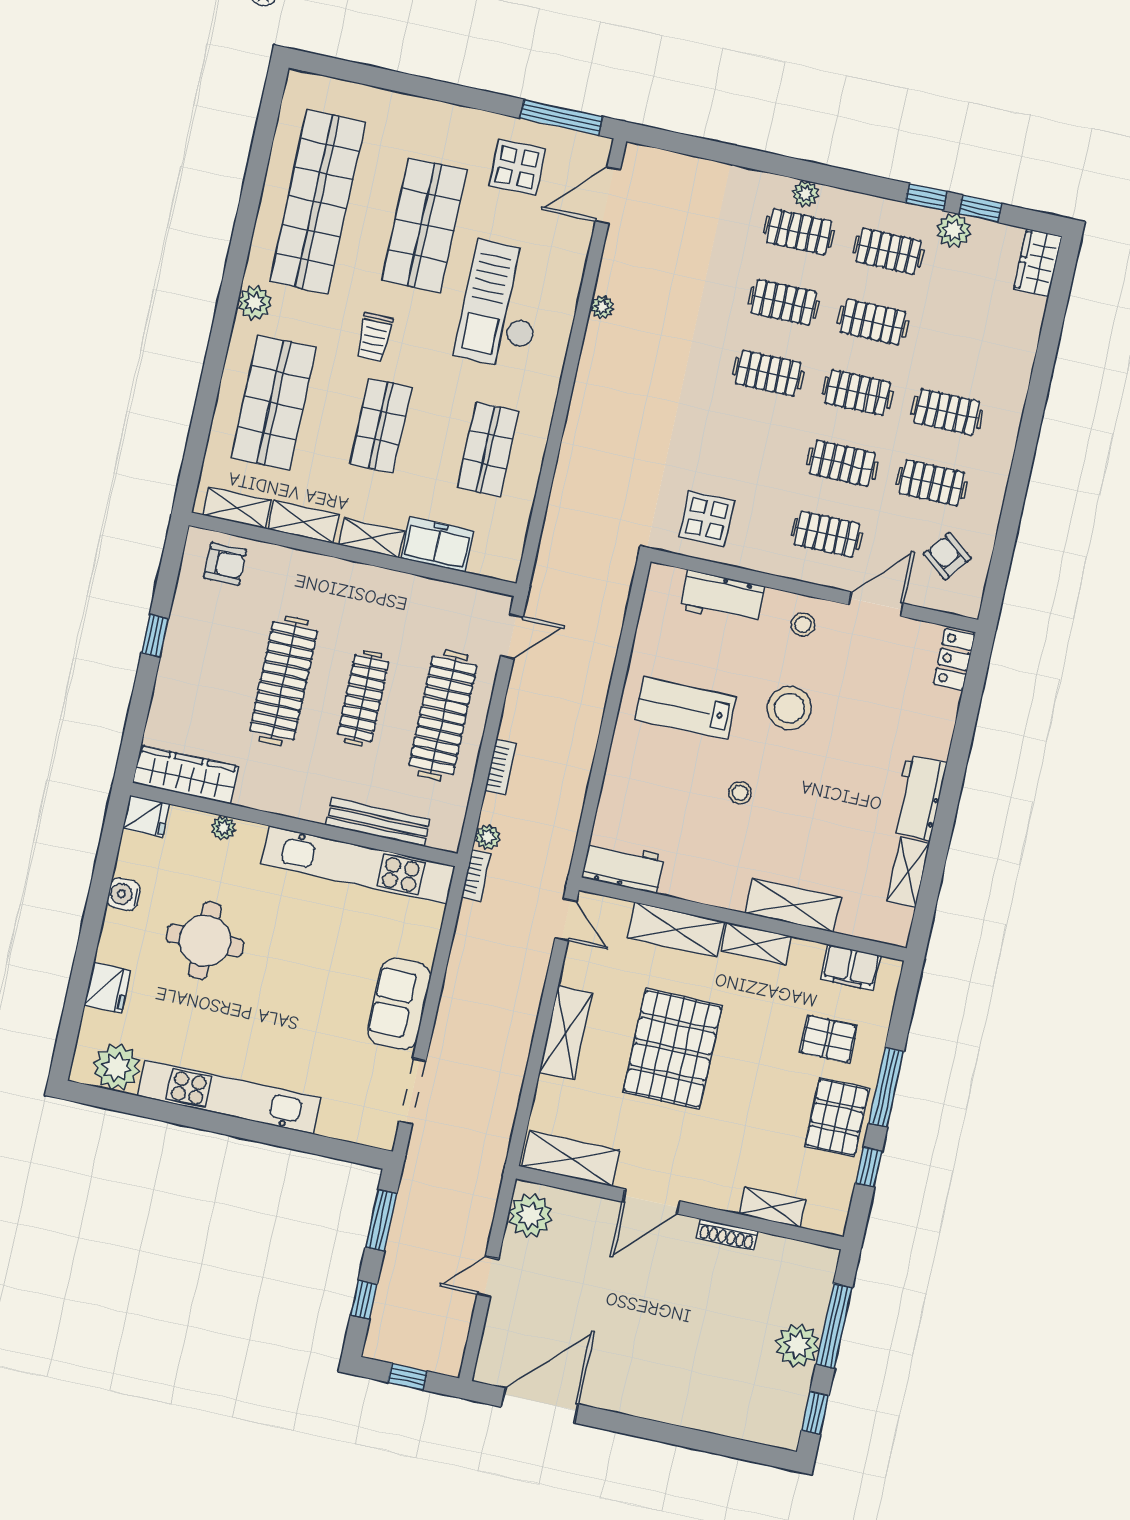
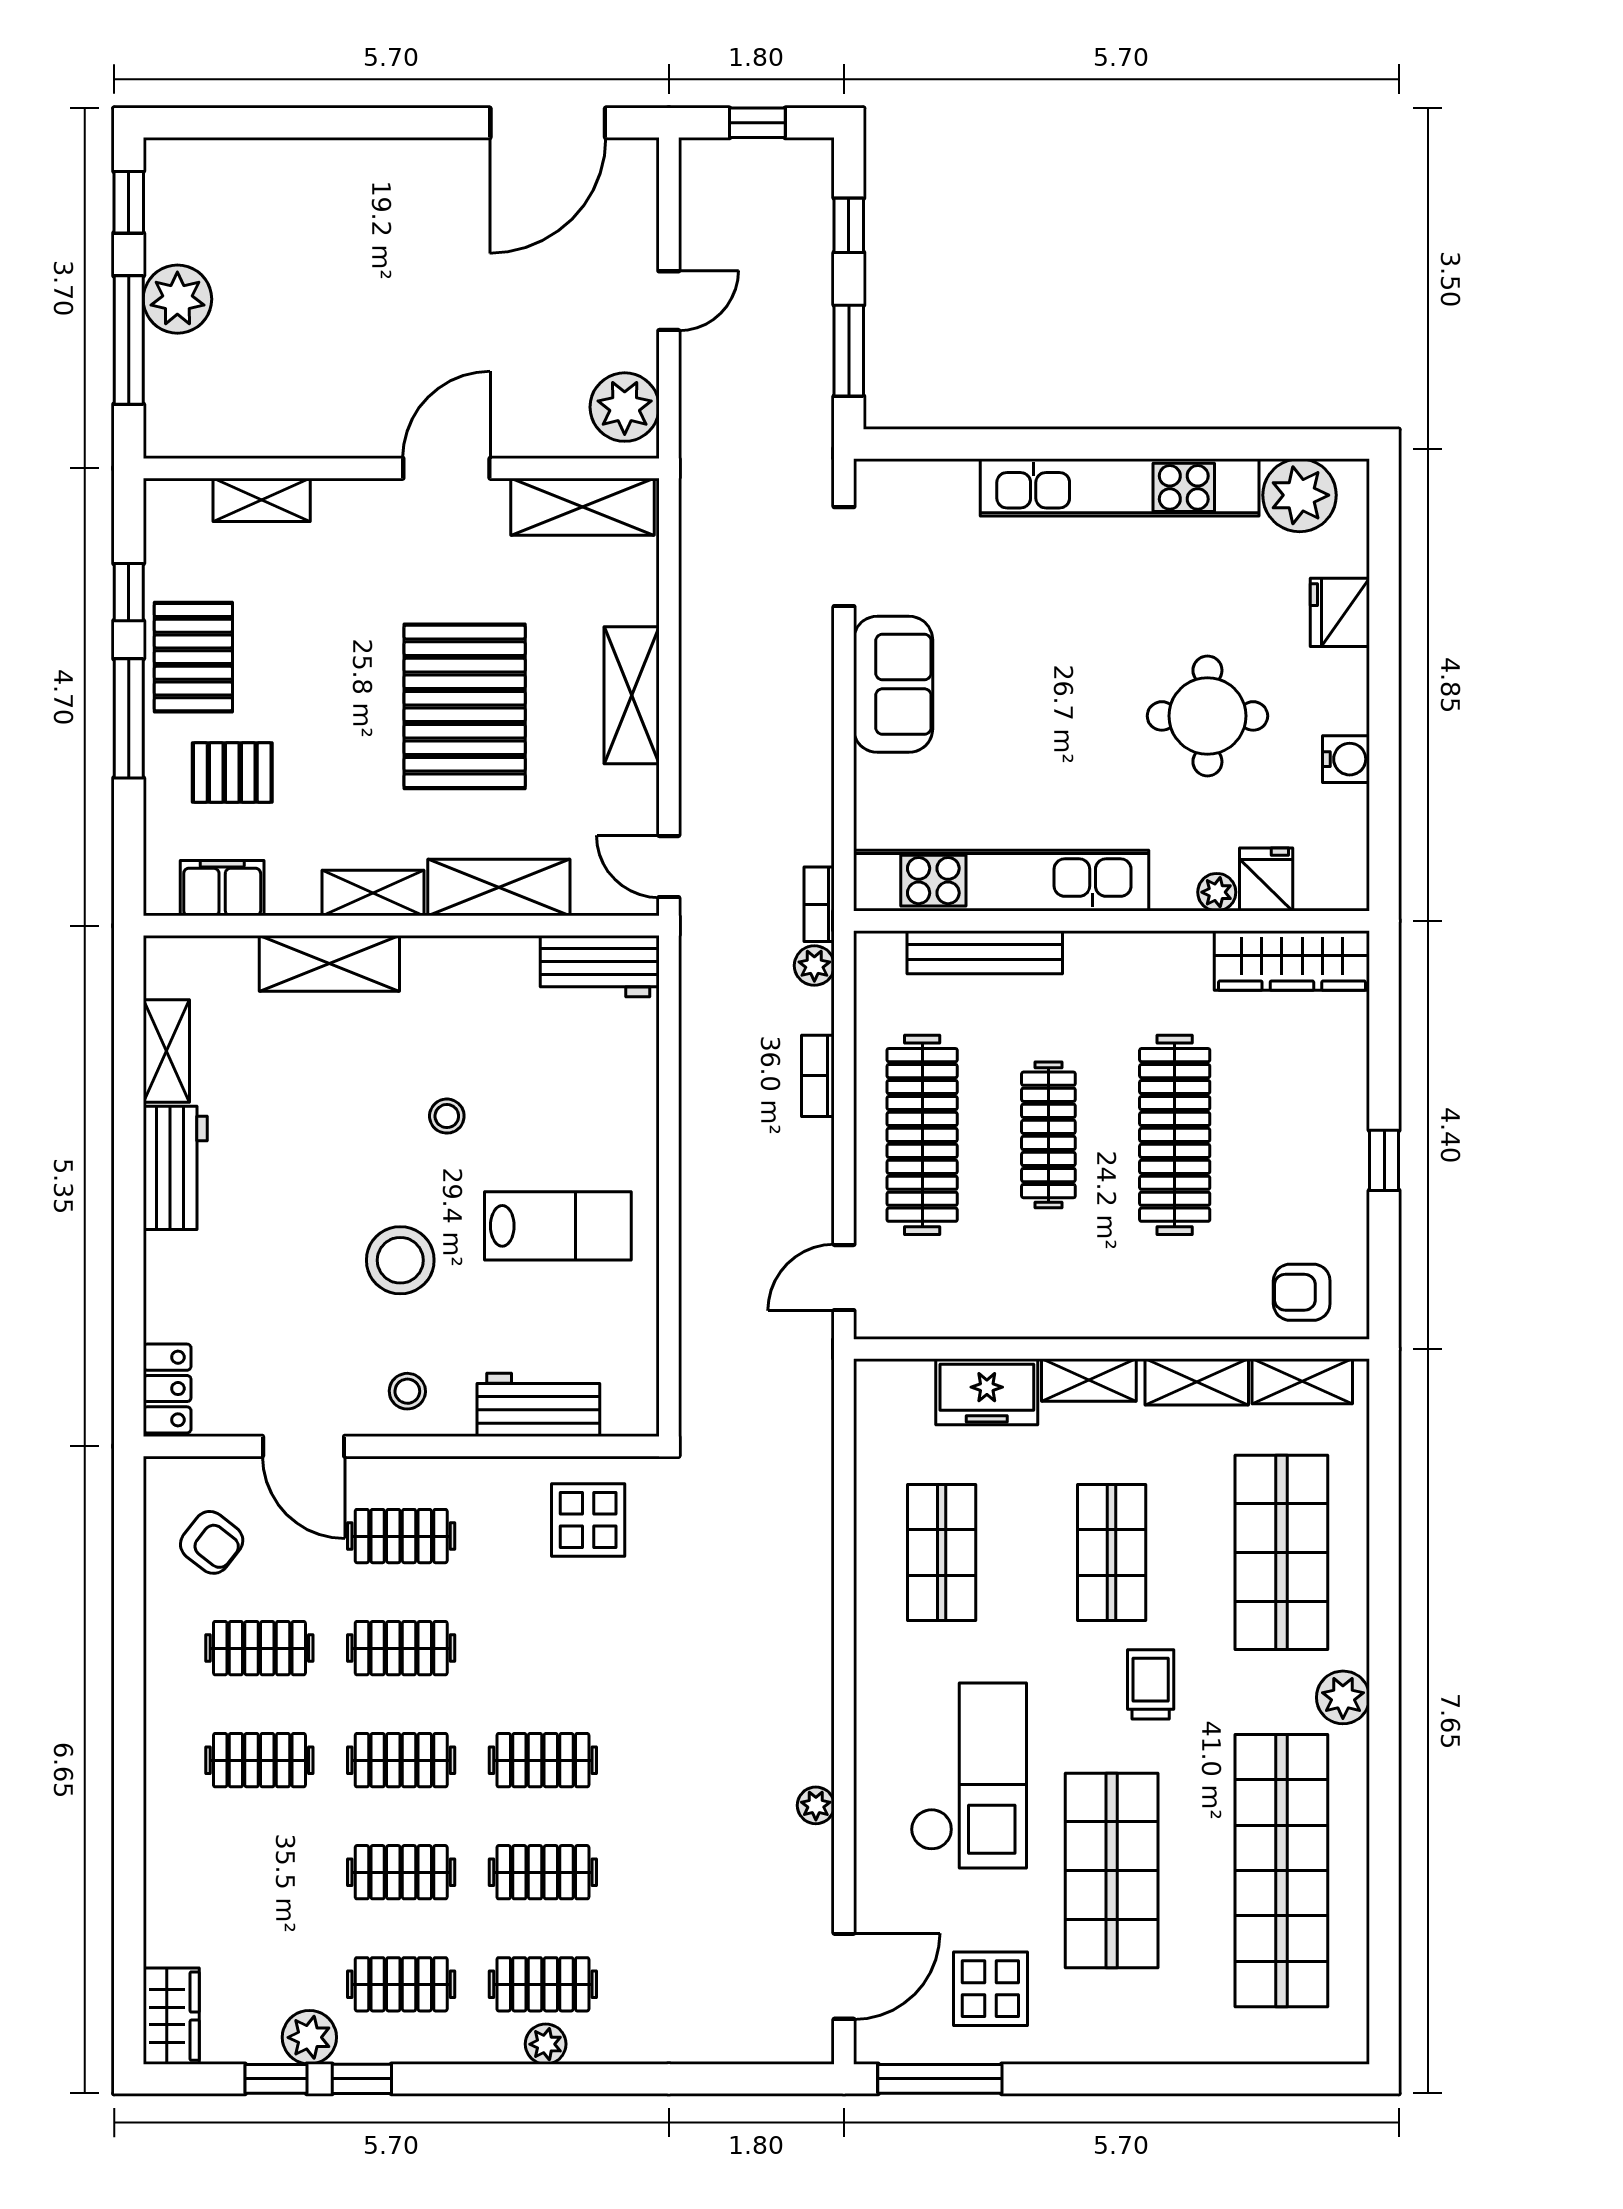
door: (876, 604) -> (304, 1446), hinge flipped
fridge: (146, 816) -> (1266, 879), moved, turned 90
shoe rack: (727, 1235) -> (321, 443), removed

